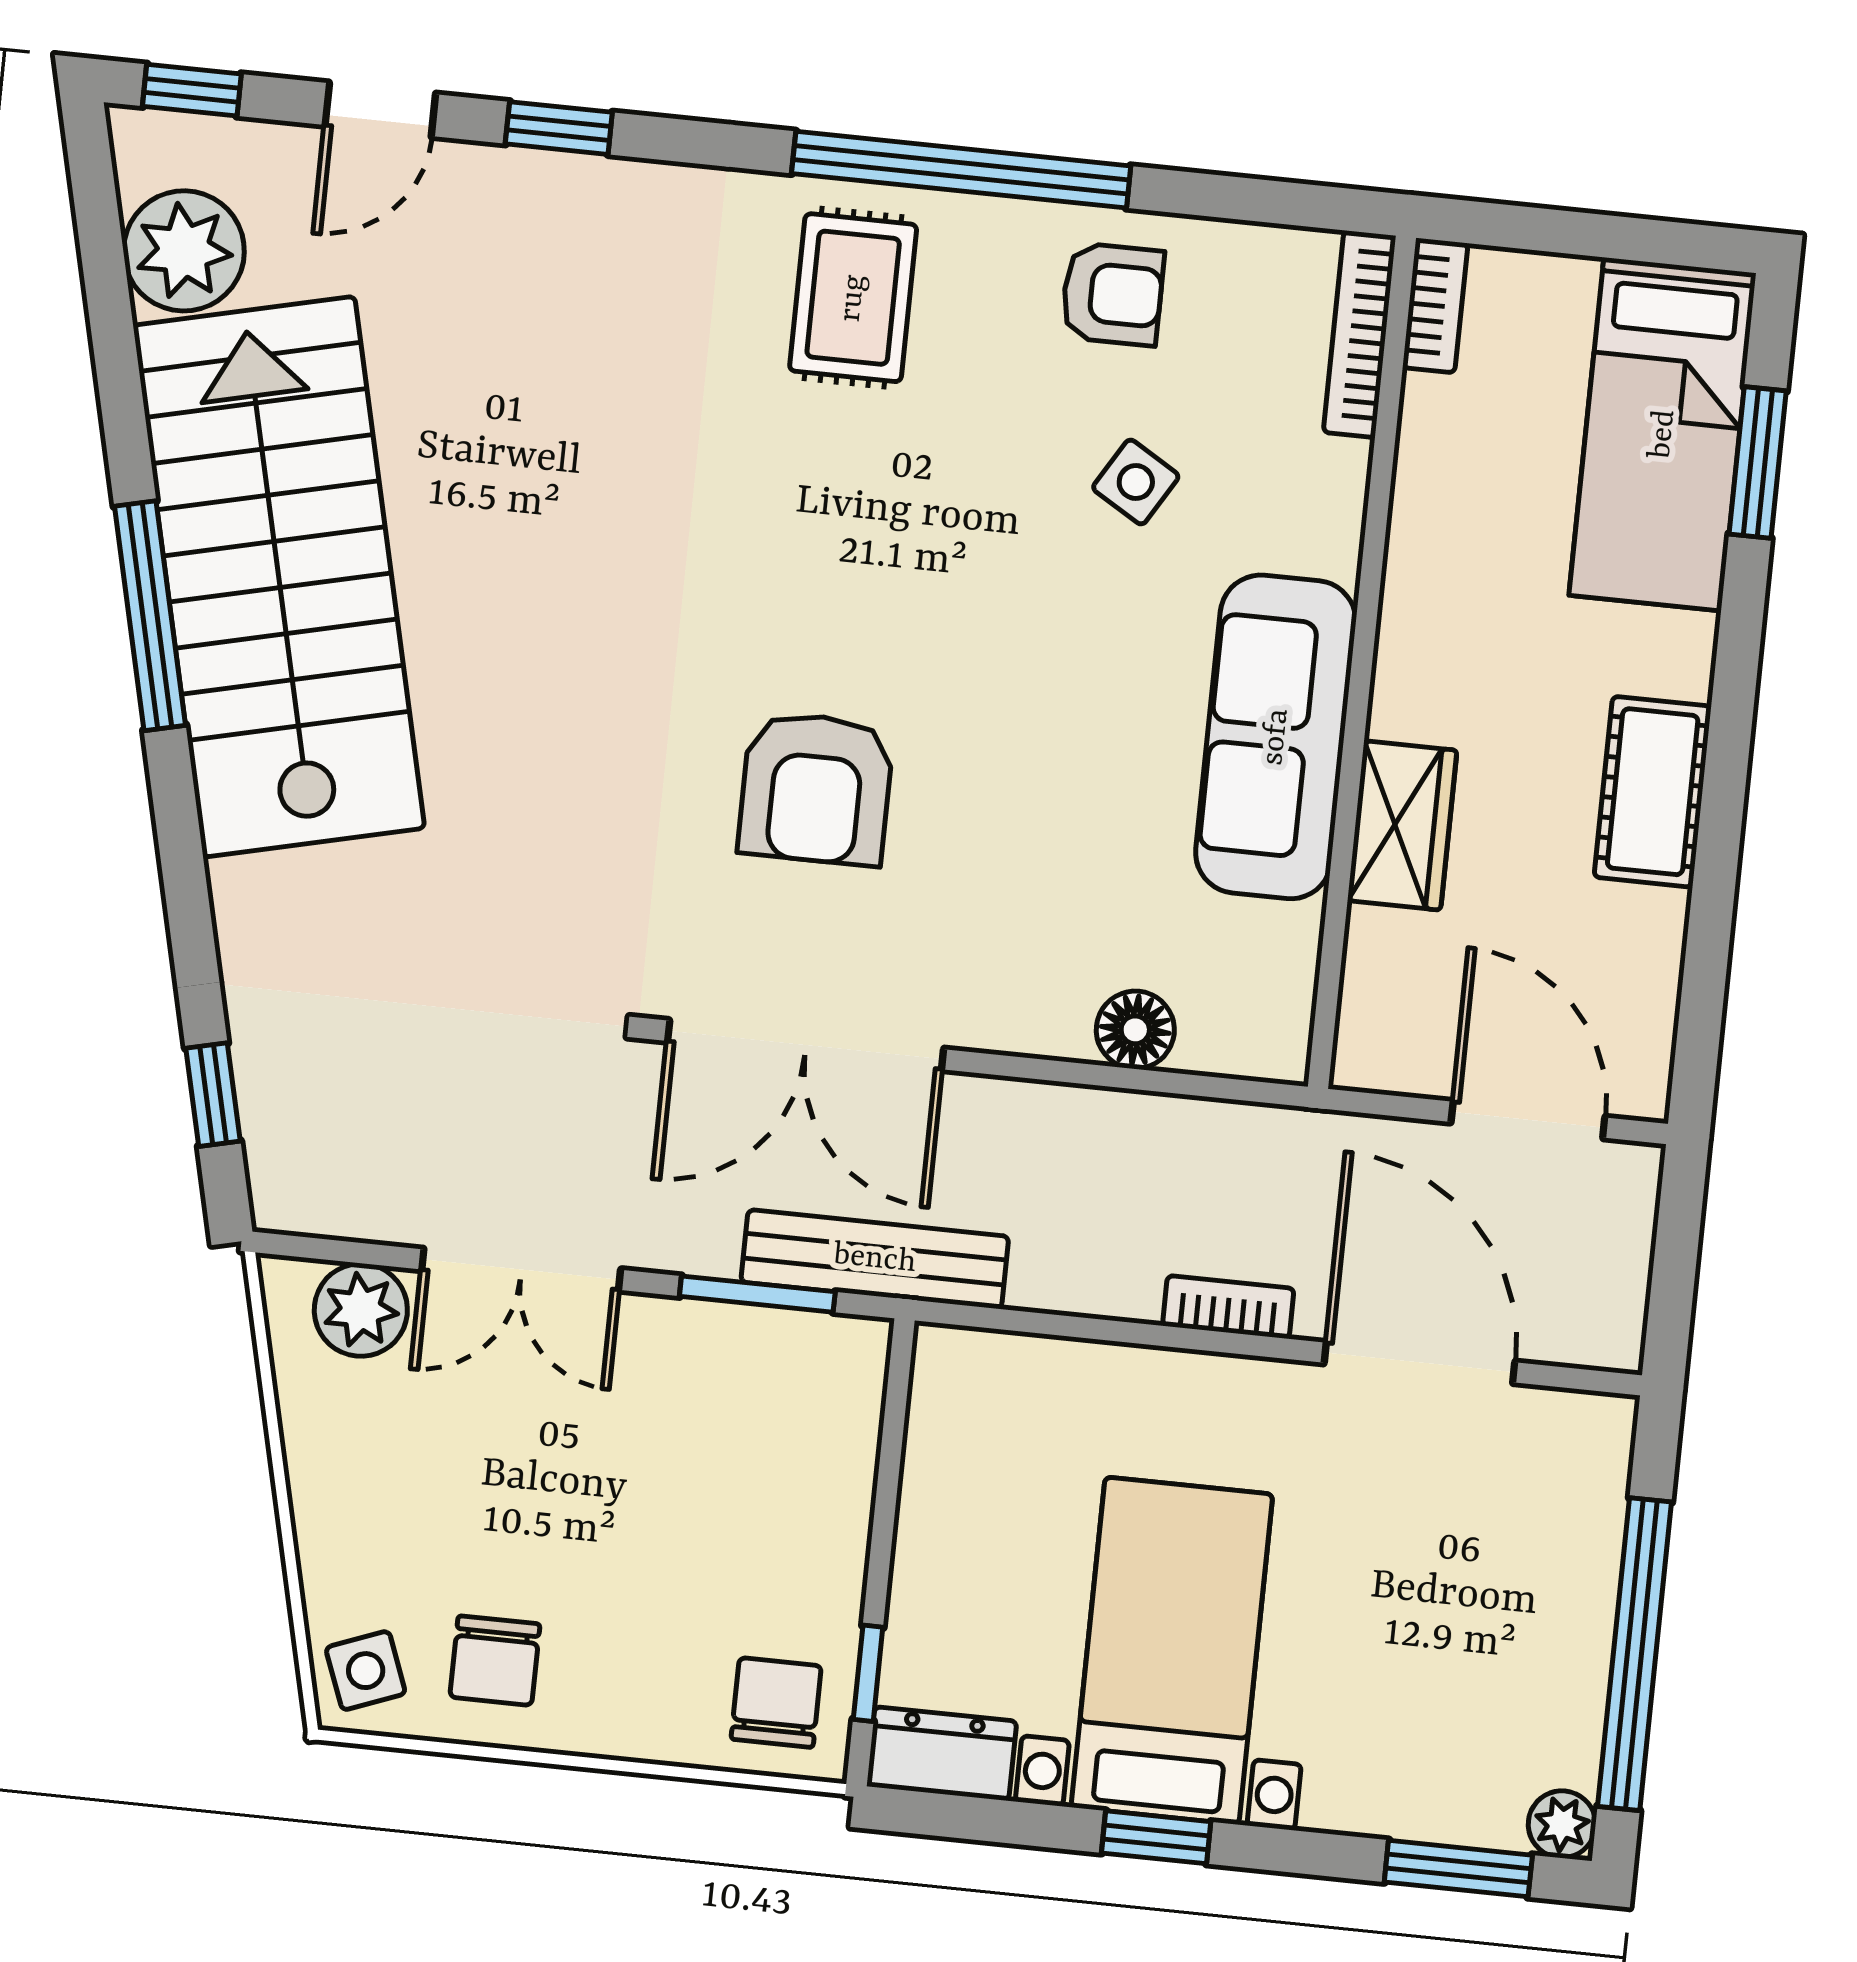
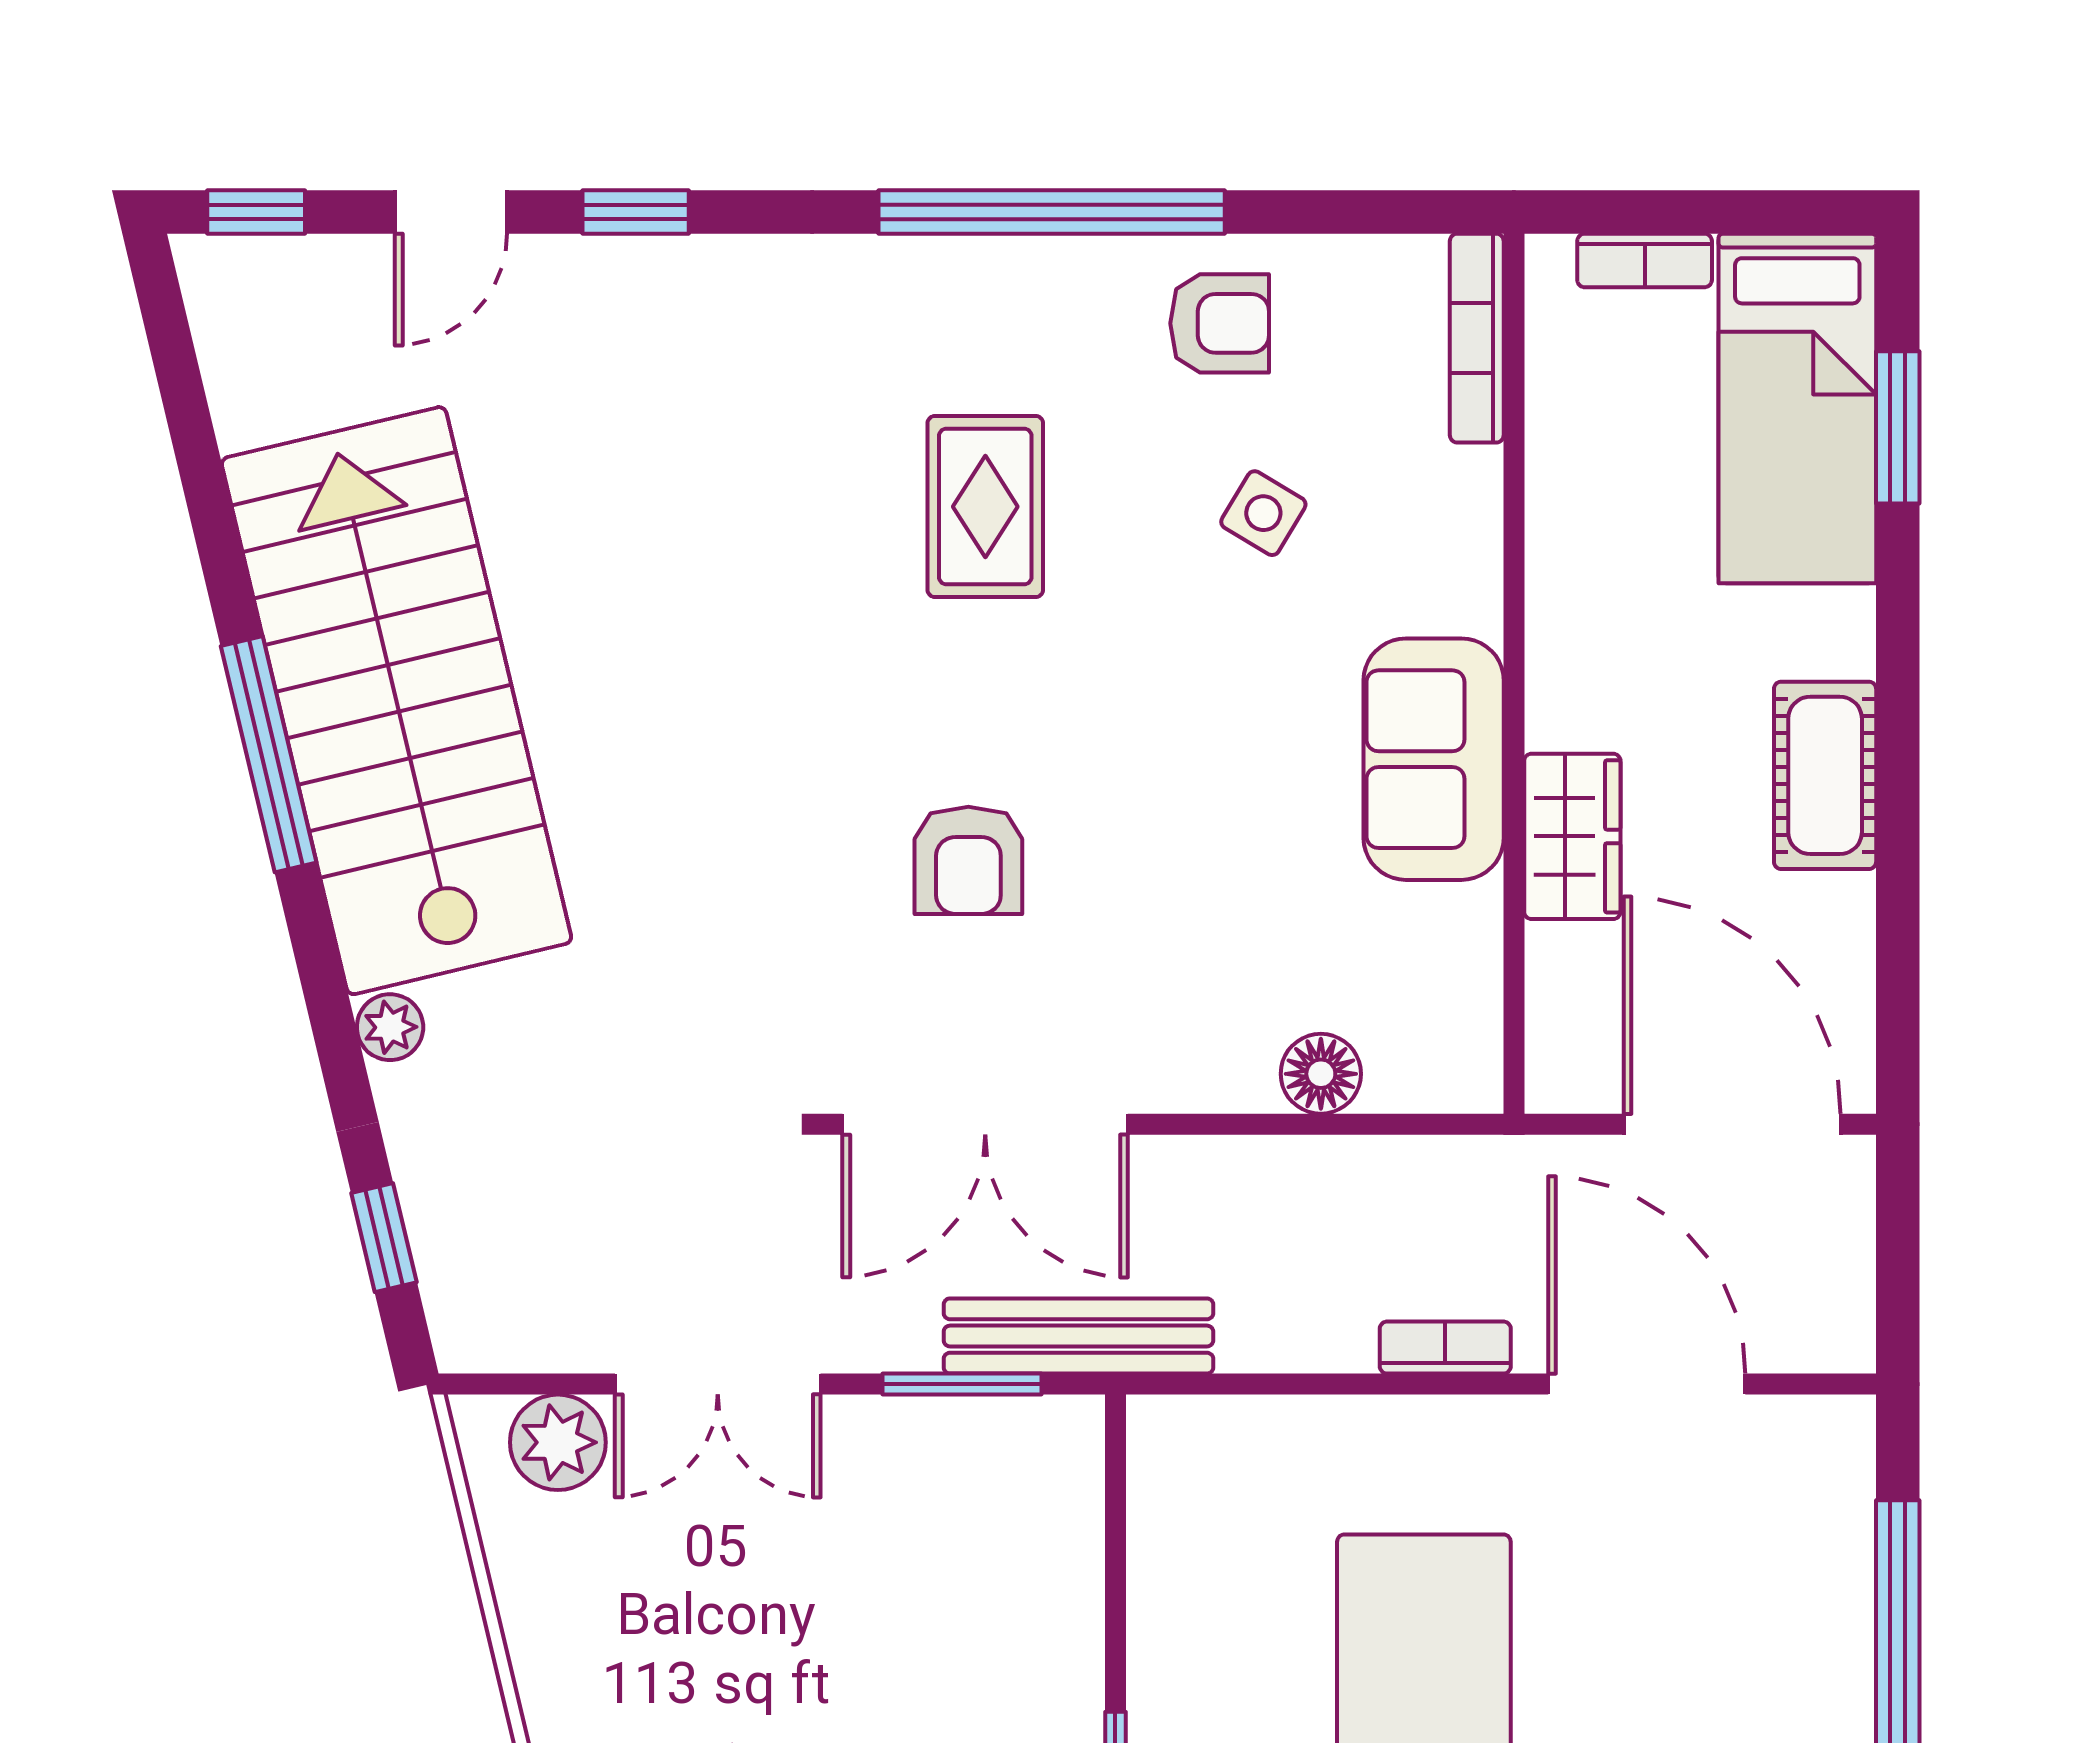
plant: (184, 251) -> (390, 1027), moved, width x0.53, depth x0.53
rug: (853, 298) -> (985, 507), moved
bookcase: (1435, 305) -> (1645, 260), moved, turned 90
sofa: (1276, 737) -> (1434, 759), width x0.73
armchair: (816, 788) -> (968, 860), width x0.72, depth x0.72
door: (1528, 1120) -> (1732, 1124), width x1.36

